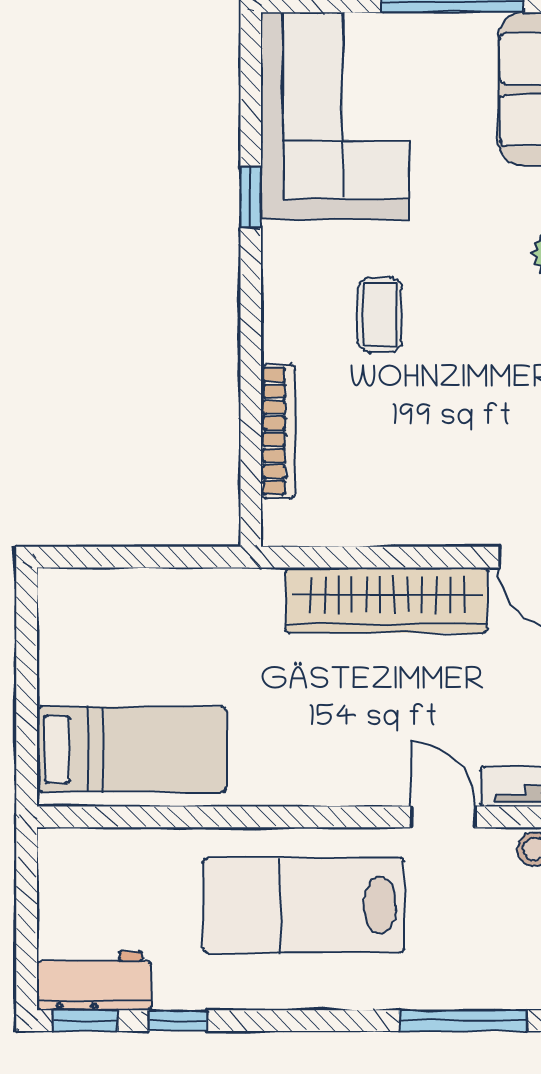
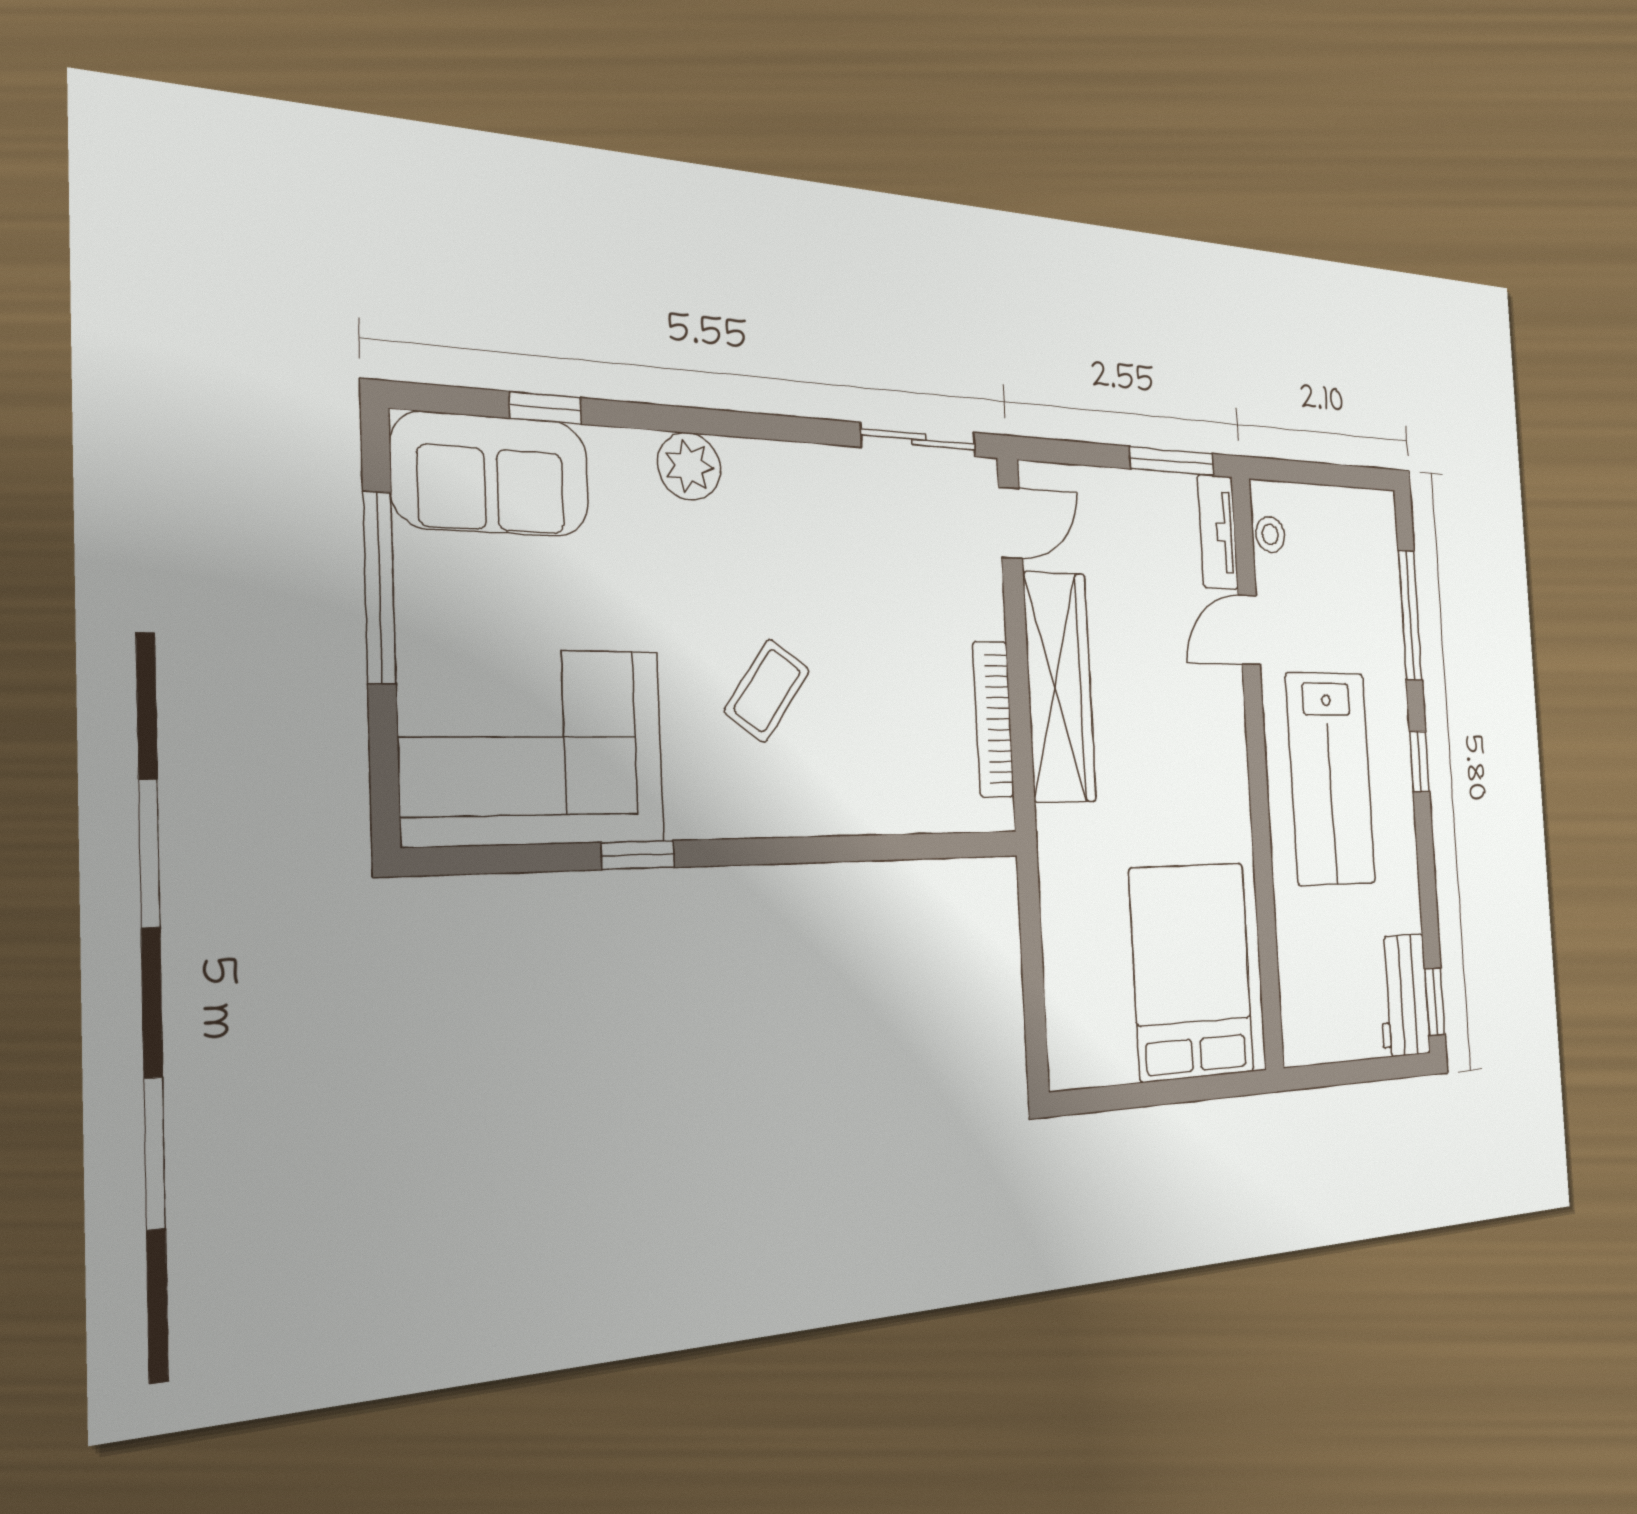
coffee table: (380, 315) -> (767, 691), turned -54
bookcase: (278, 431) -> (993, 719), moved, turned -90
bed: (132, 749) -> (1192, 971), width x1.50
window: (178, 1021) -> (1419, 761), moved

